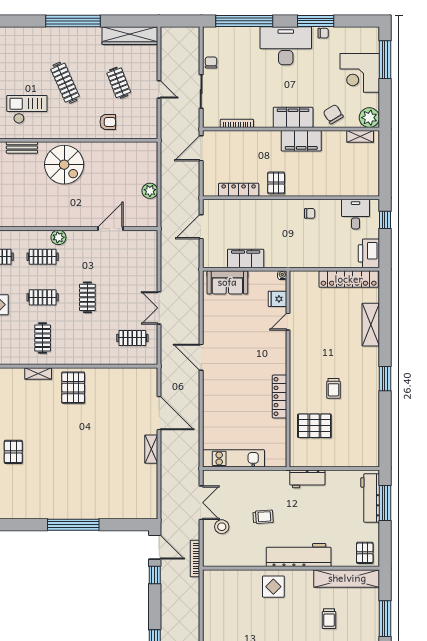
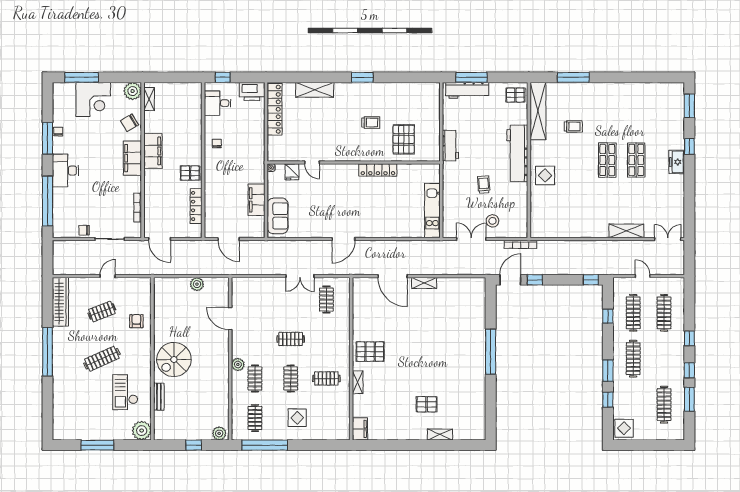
desk: (286, 46) -> (65, 171), width x0.73, depth x0.77
spiral stairs: (64, 165) -> (174, 360), turned 180
door: (159, 413) -> (393, 276), swing flipped

